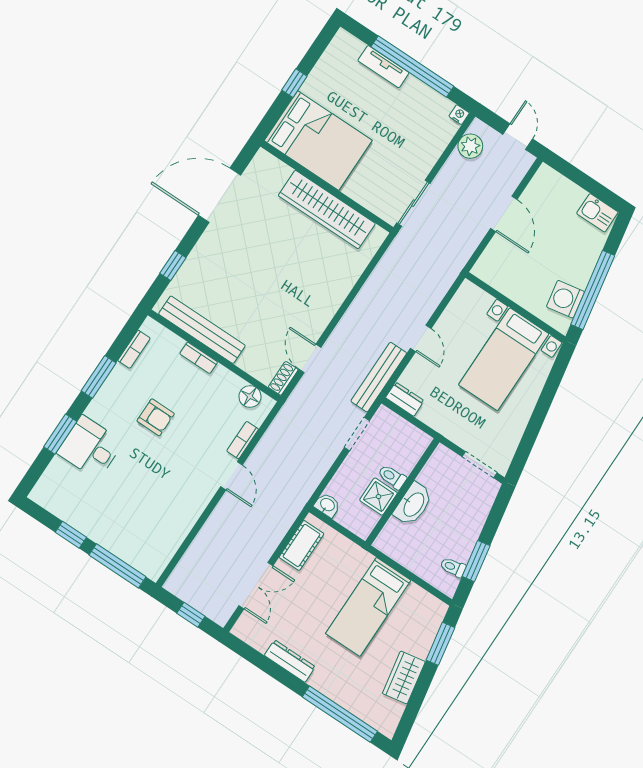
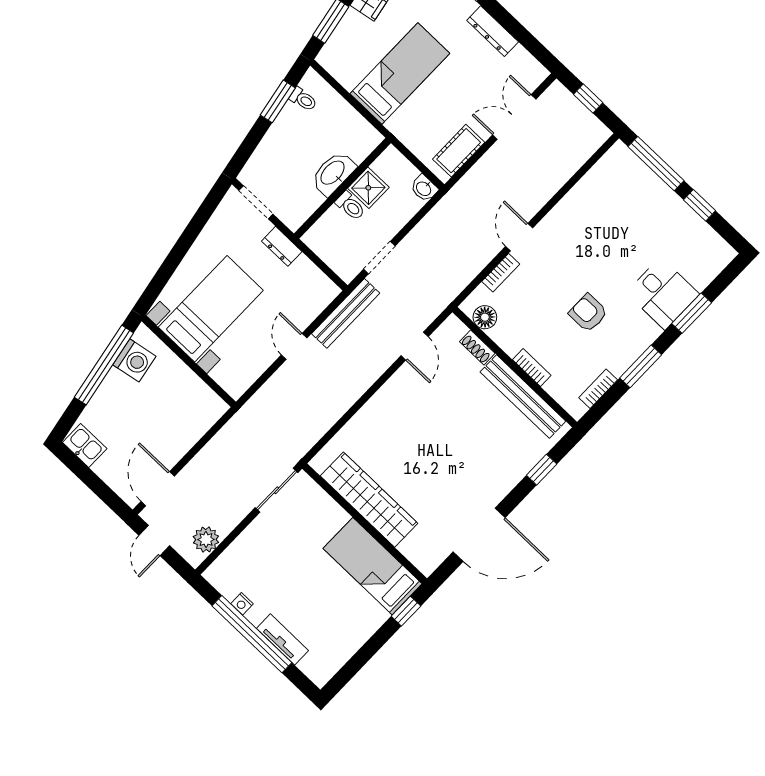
window: (294, 83) -> (406, 611), moved
nightstand: (459, 115) -> (242, 604), moved
bed: (318, 141) -> (373, 566), width x0.67
door: (504, 214) -> (158, 489), moved
shoe rack: (283, 378) -> (477, 347), moved, turned 90
dresser: (405, 399) -> (282, 246), moved

